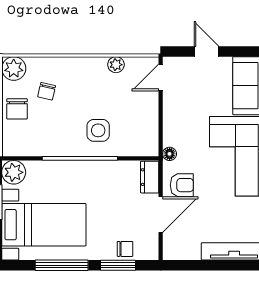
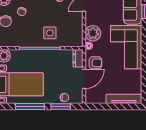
plant: (177, 131) -> (93, 33), added

